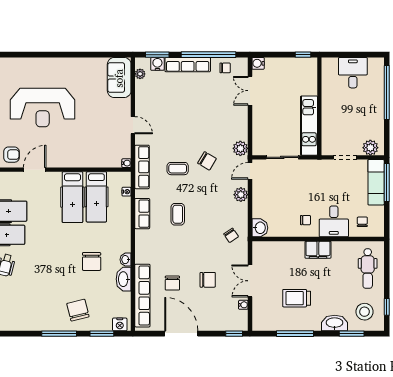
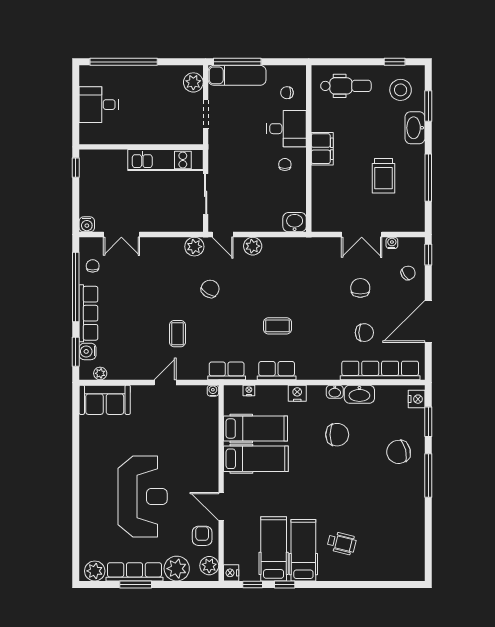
row of seats: (142, 167) -> (227, 371), width x0.68
coffee table: (178, 169) -> (177, 334), moved
nightstand: (124, 230) -> (297, 393), added
chair: (231, 235) -> (408, 273), moved

